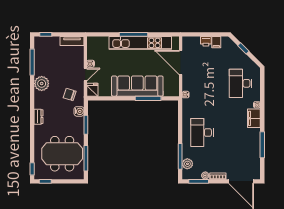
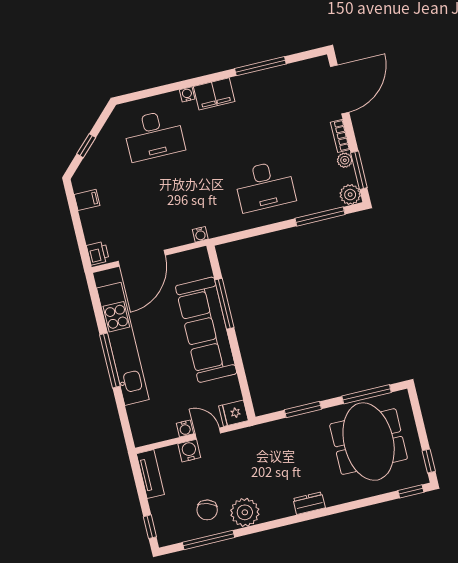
printer: (206, 41) -> (98, 253), moved
chair: (70, 94) -> (207, 510), moved
water cooler: (79, 111) -> (189, 451), moved
plant: (187, 164) -> (350, 195), moved

